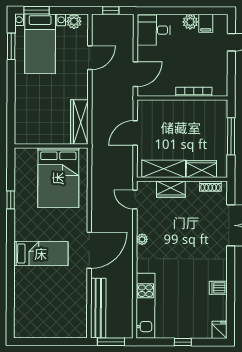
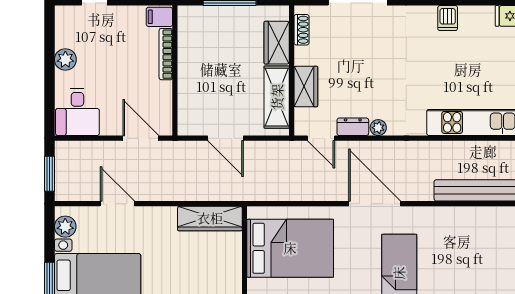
window: (111, 10) -> (49, 174), width x1.50
filing cabinet: (206, 23) -> (159, 17), moved, turned 180
door: (135, 200) -> (321, 138), hinge flipped
dresser: (143, 222) -> (353, 127), added
door: (89, 250) -> (375, 204), moved

